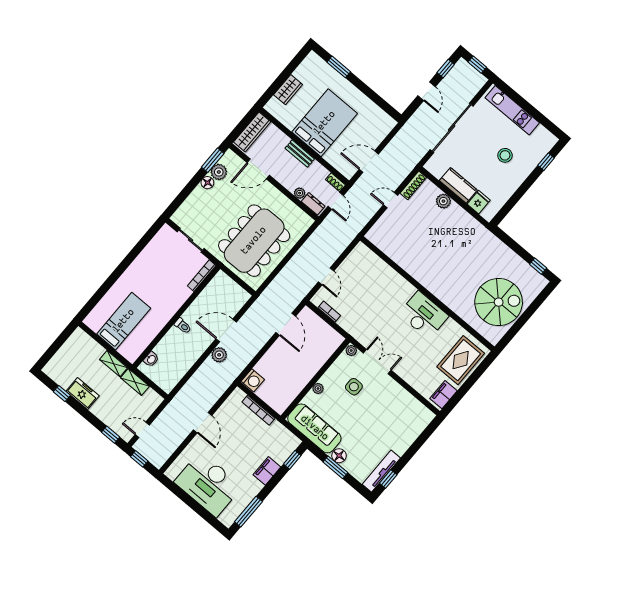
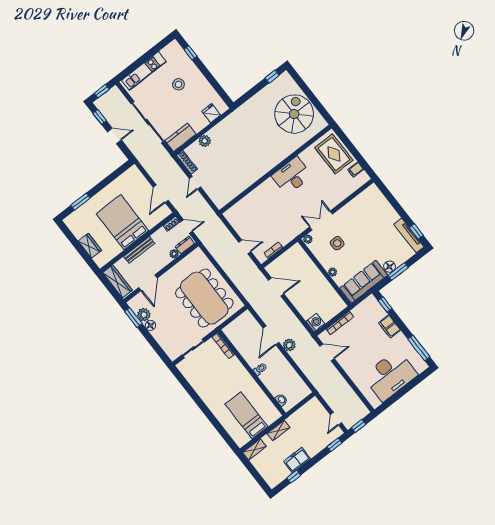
bench: (300, 154) -> (139, 250), width x1.36
kitchen counter: (458, 185) -> (181, 137), moved
shelving: (135, 382) -> (255, 449), moved
filing cabinet: (444, 395) -> (356, 169), width x0.50
door: (203, 423) -> (327, 352), moved

